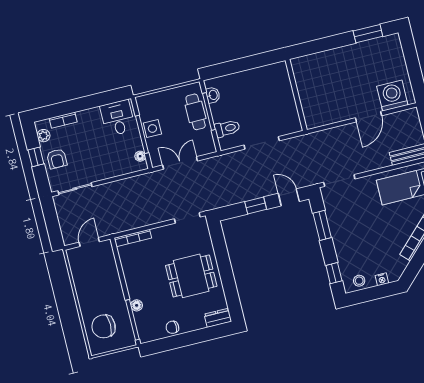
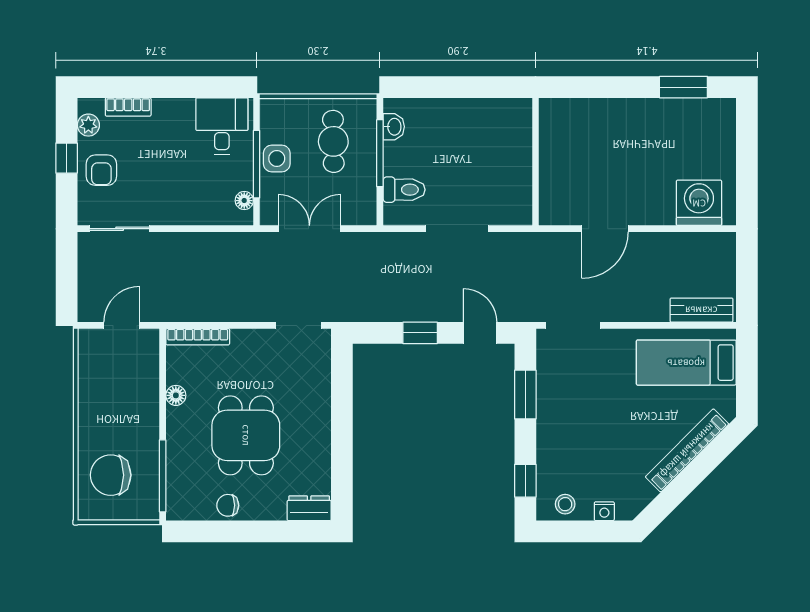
cafe table: (196, 112) -> (333, 141), moved
door: (368, 117) -> (605, 229), moved
dining table: (191, 276) -> (246, 435), moved, turned 90
floor lamp: (137, 305) -> (176, 395), moved

